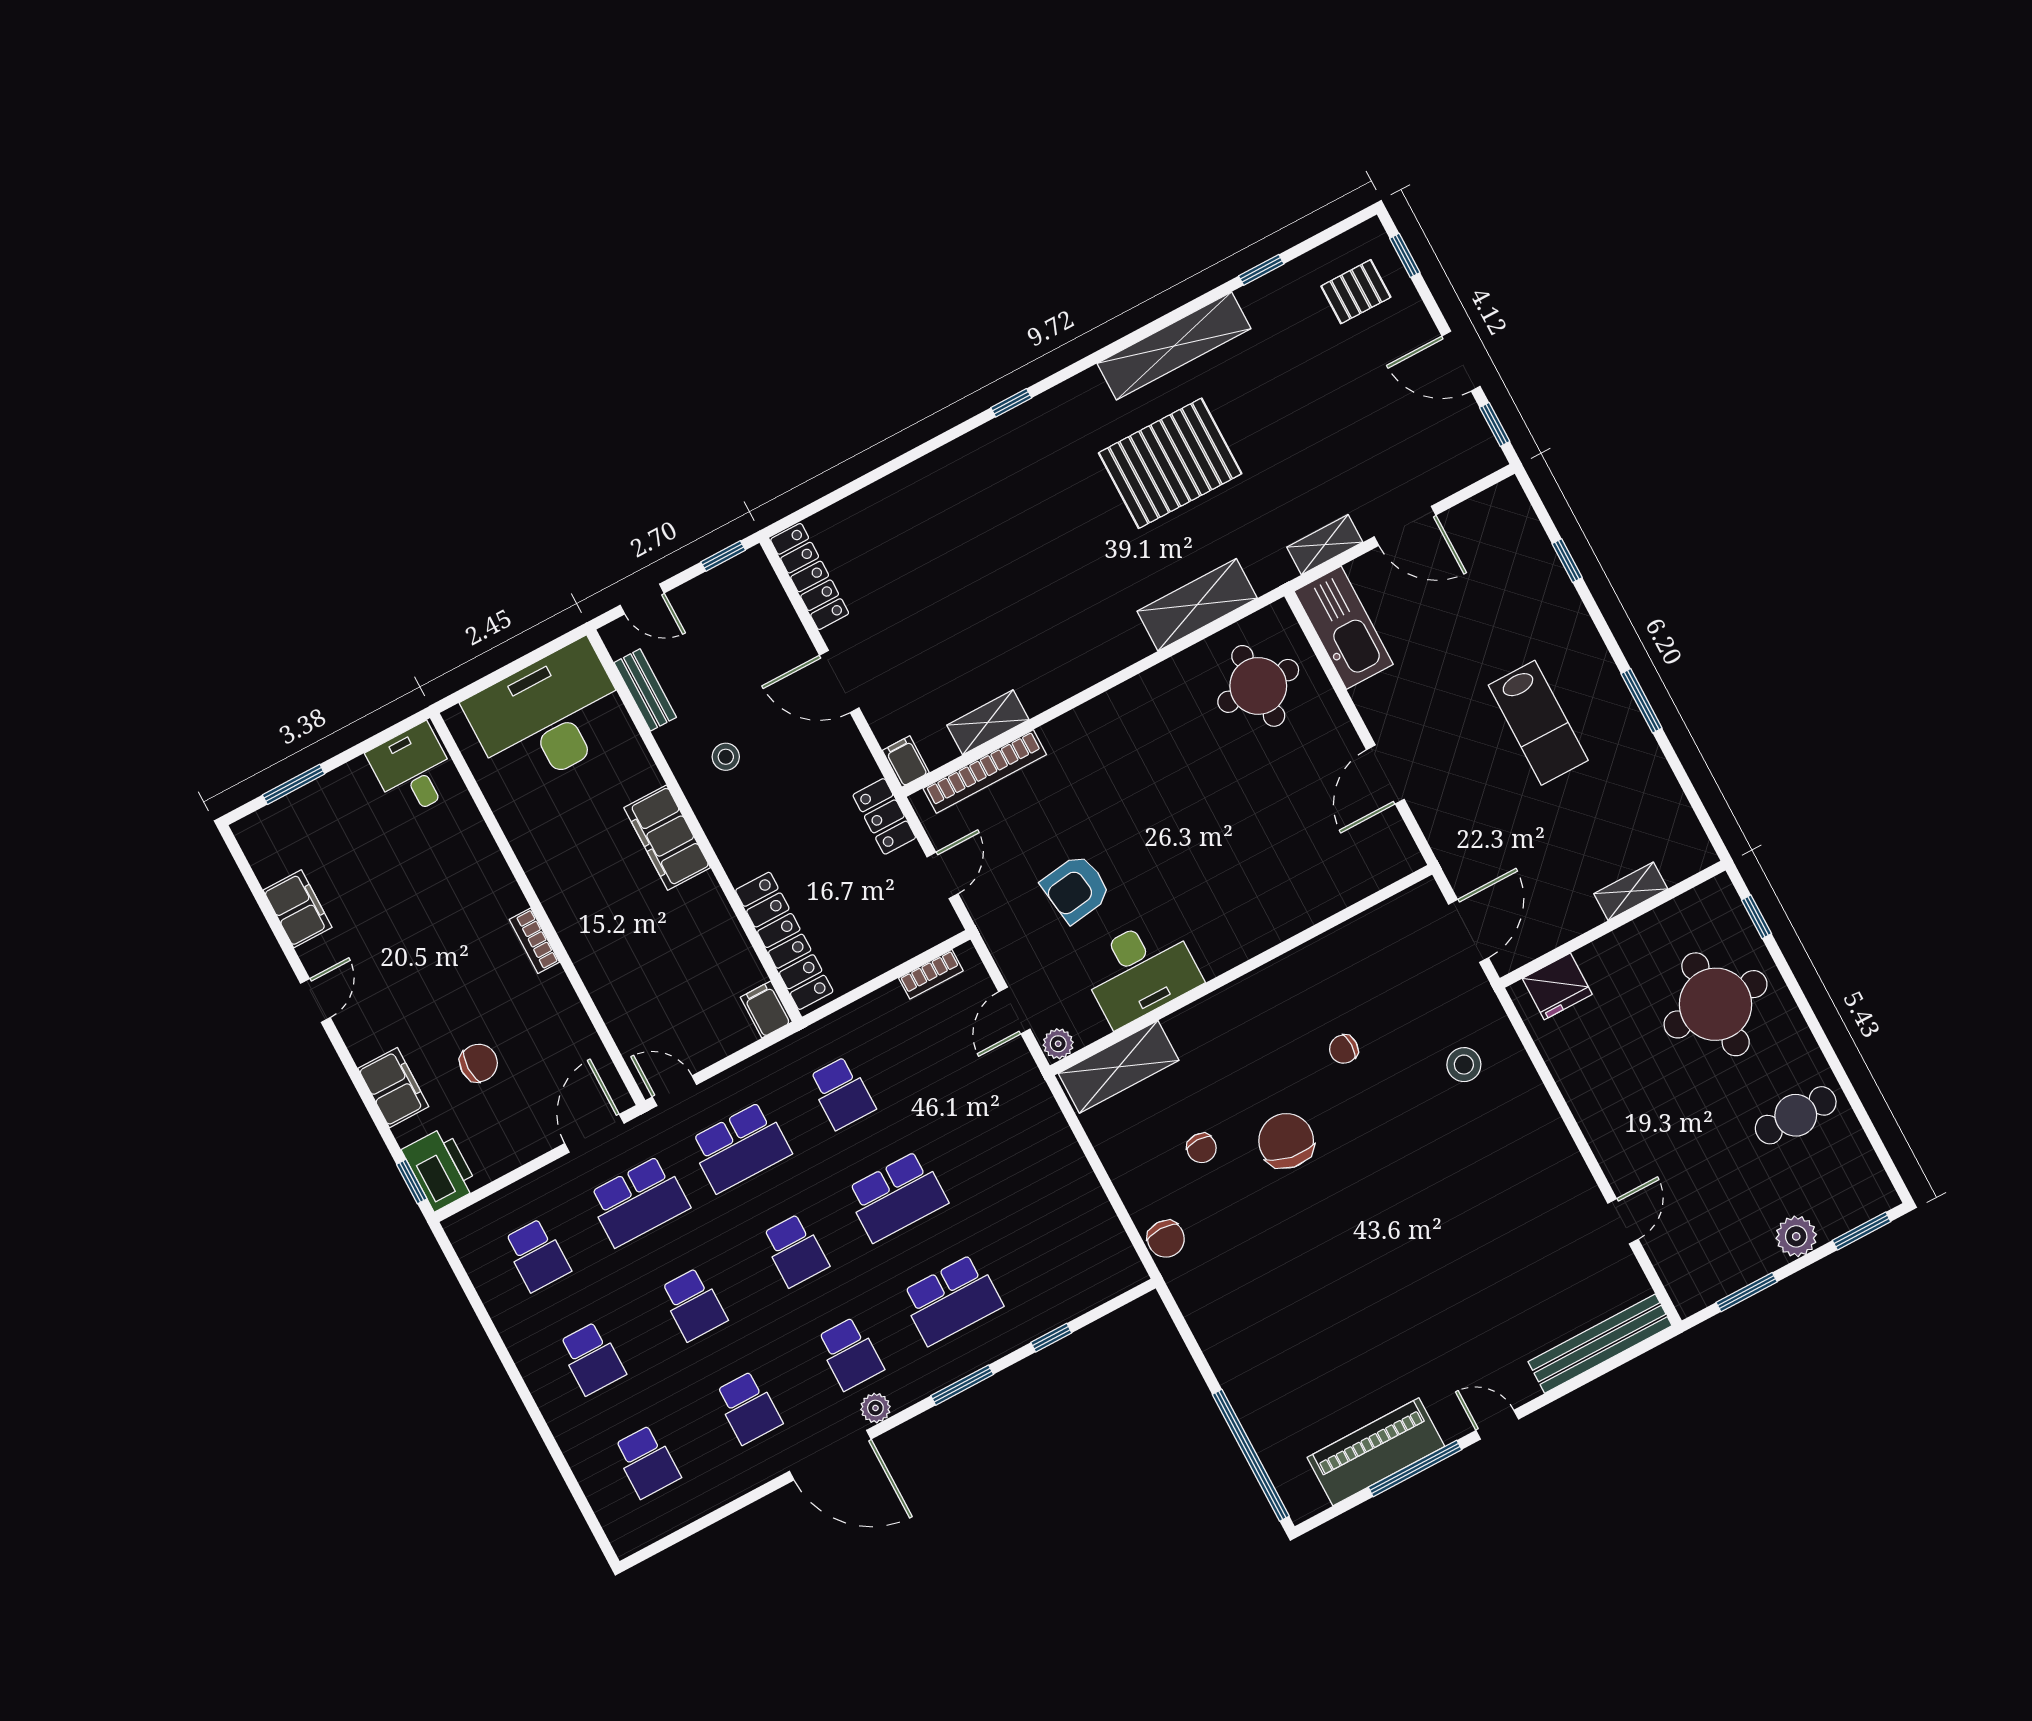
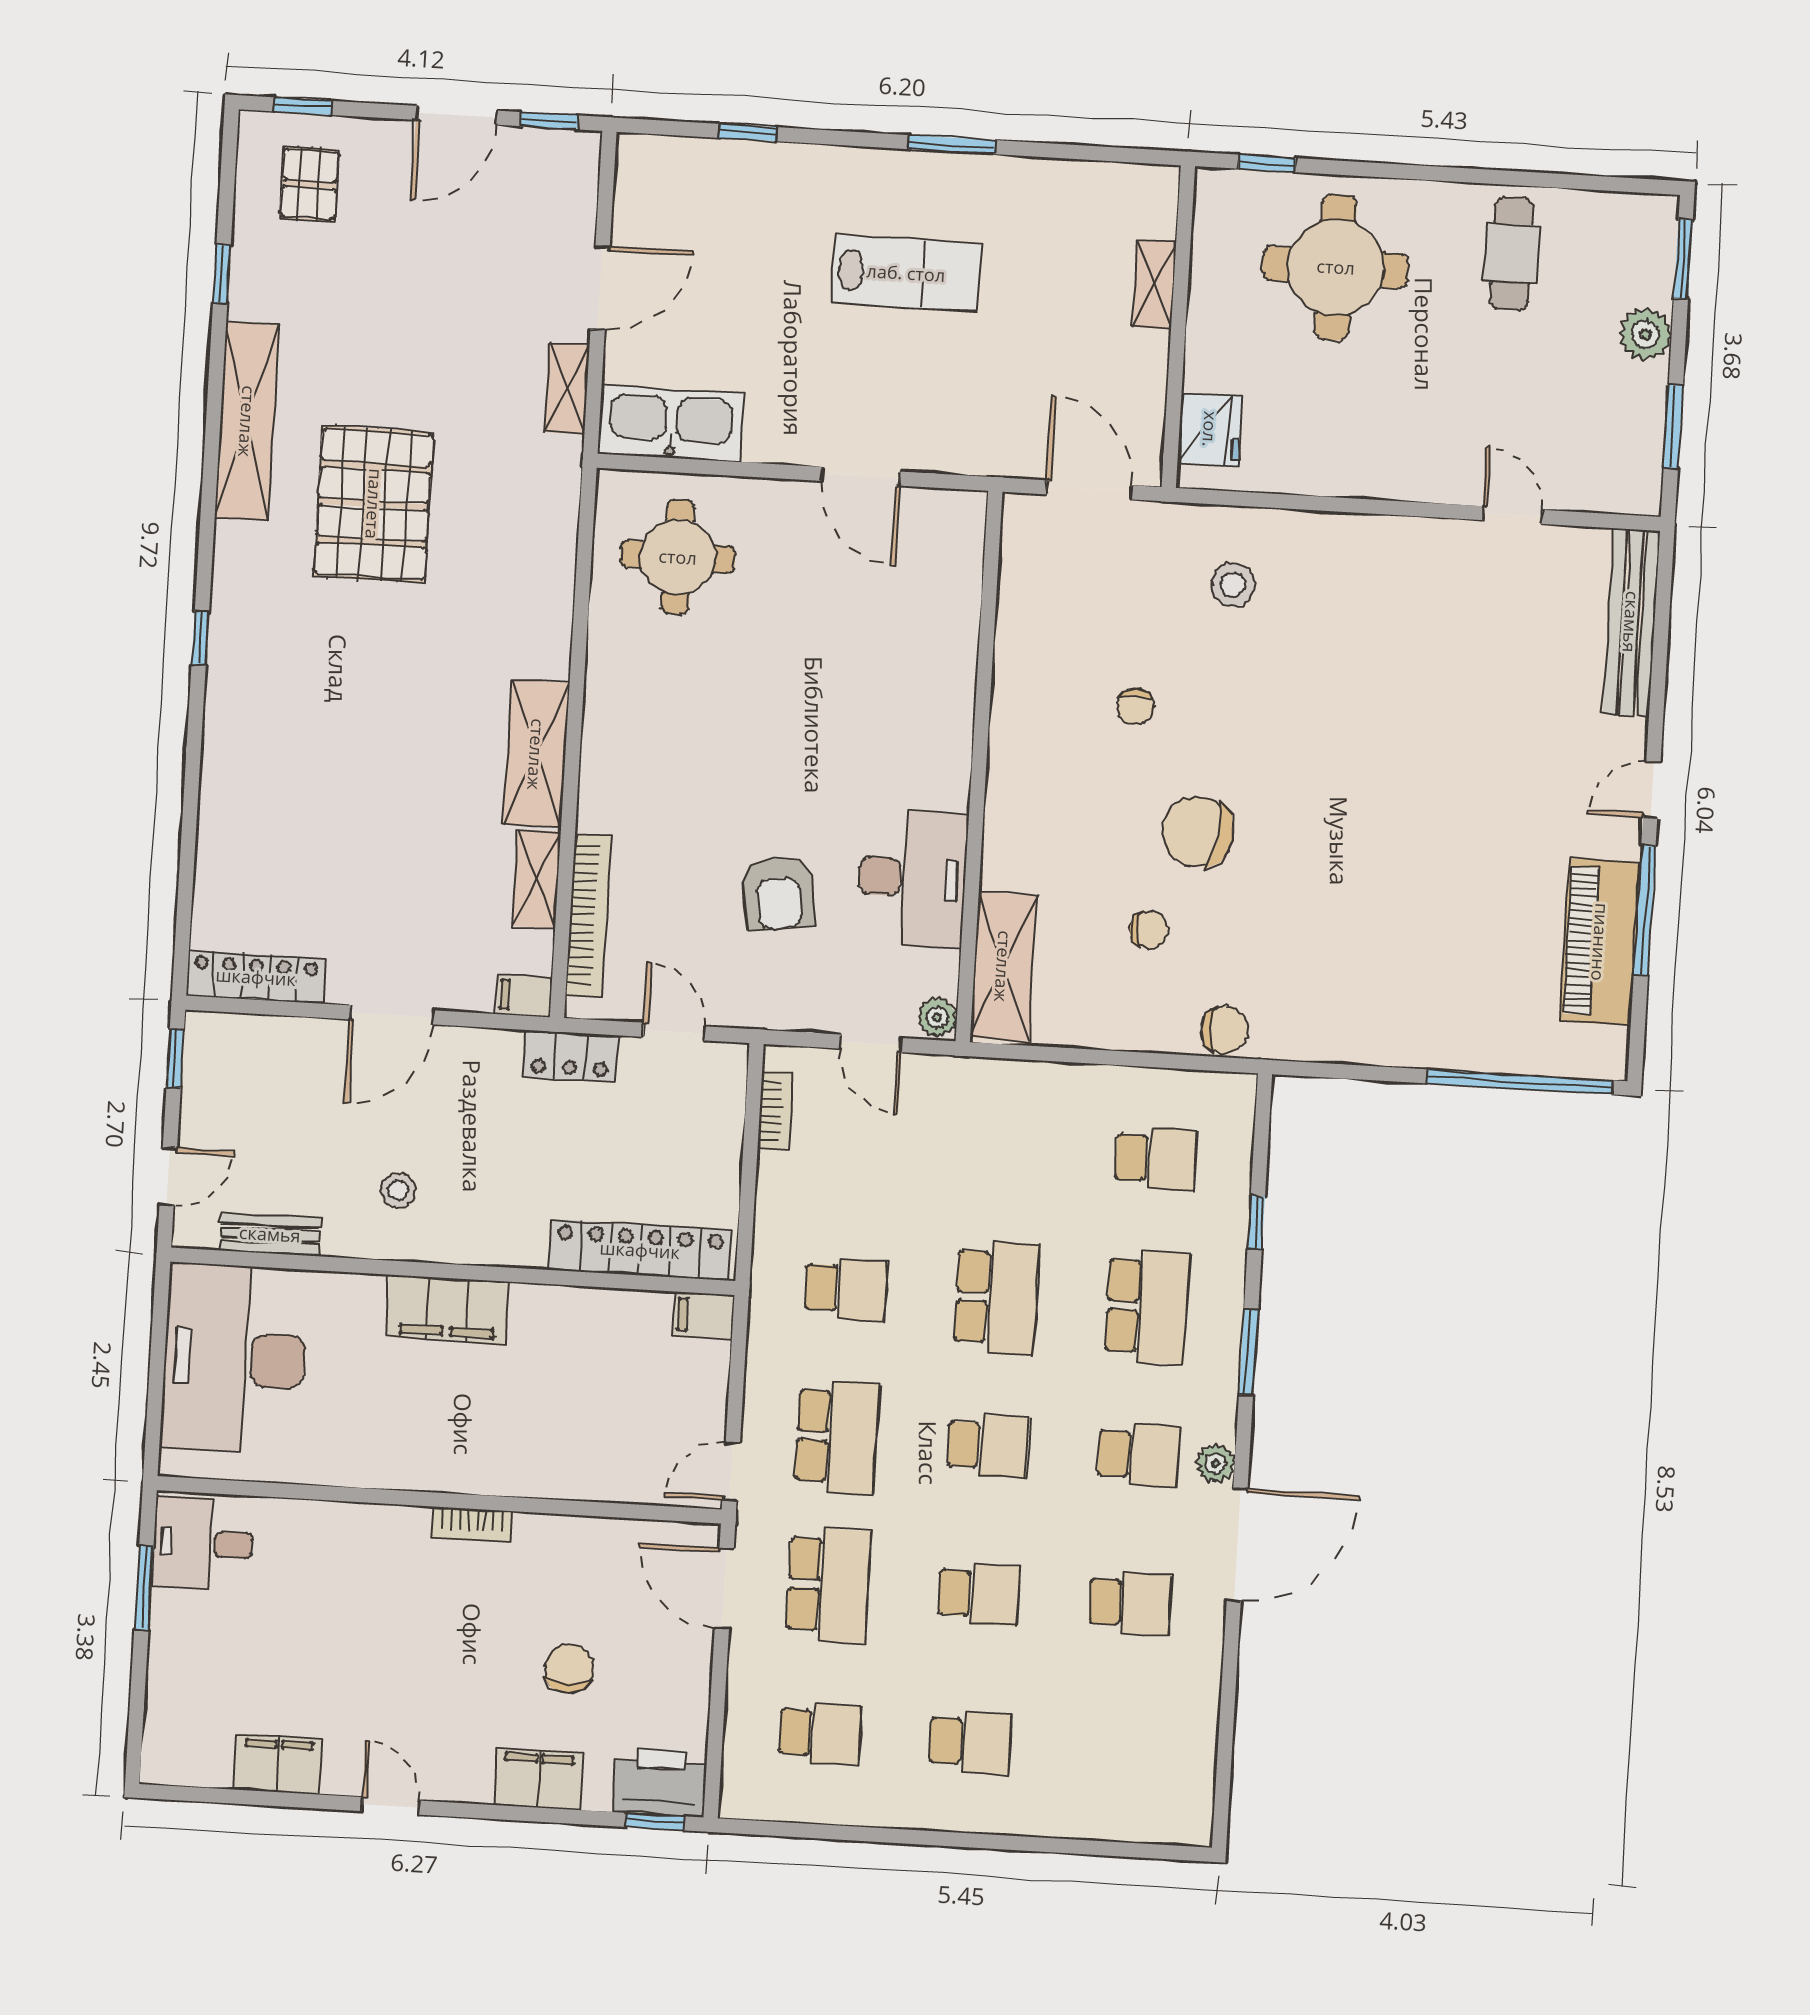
shelving: (1197, 605) -> (536, 754), moved
window: (294, 784) -> (144, 1588), moved
school desk: (647, 1462) -> (1156, 1158), moved

